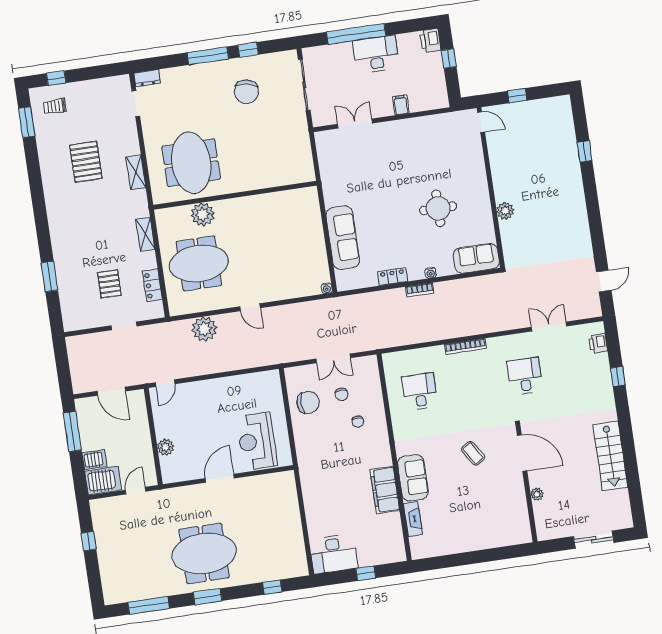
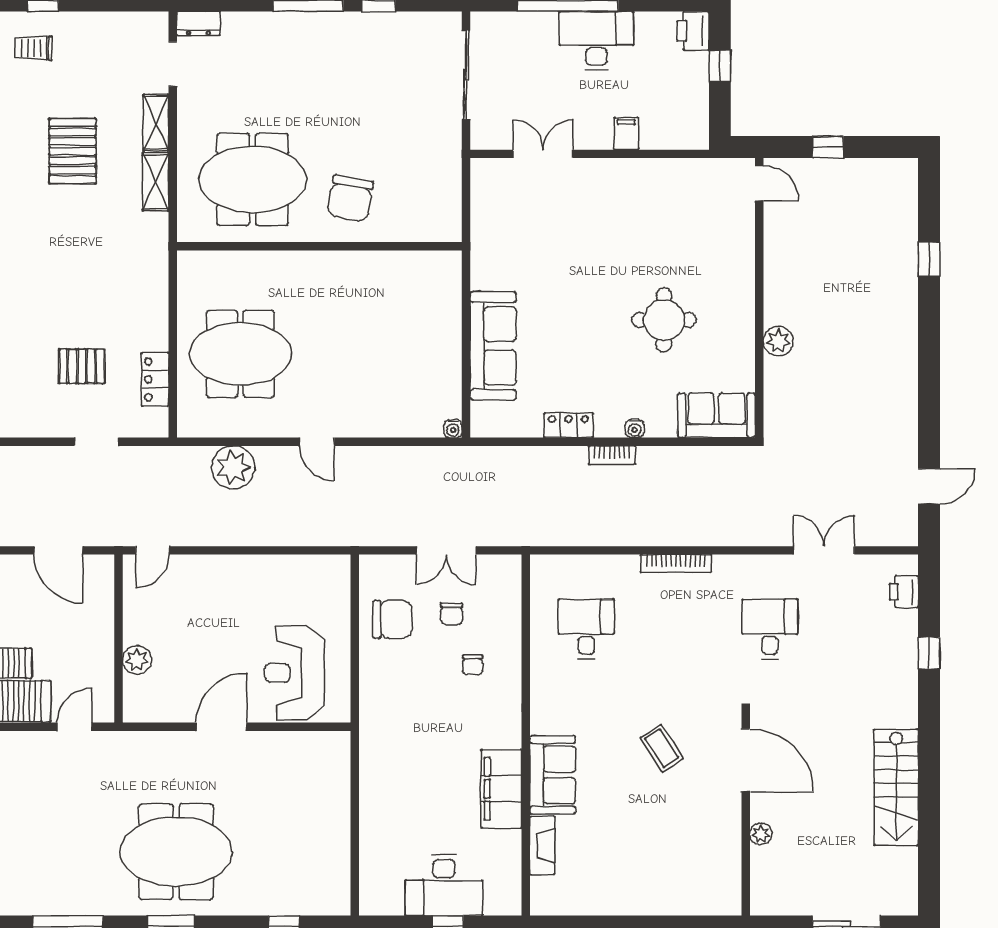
chair: (246, 92) -> (350, 198), moved
meeting table: (191, 163) -> (253, 179), turned 90
plant: (203, 214) -> (259, 271), removed
shelving: (145, 234) -> (156, 123), moved
pallet: (109, 284) -> (82, 366), turned 90
desk: (334, 554) -> (444, 885), moved

